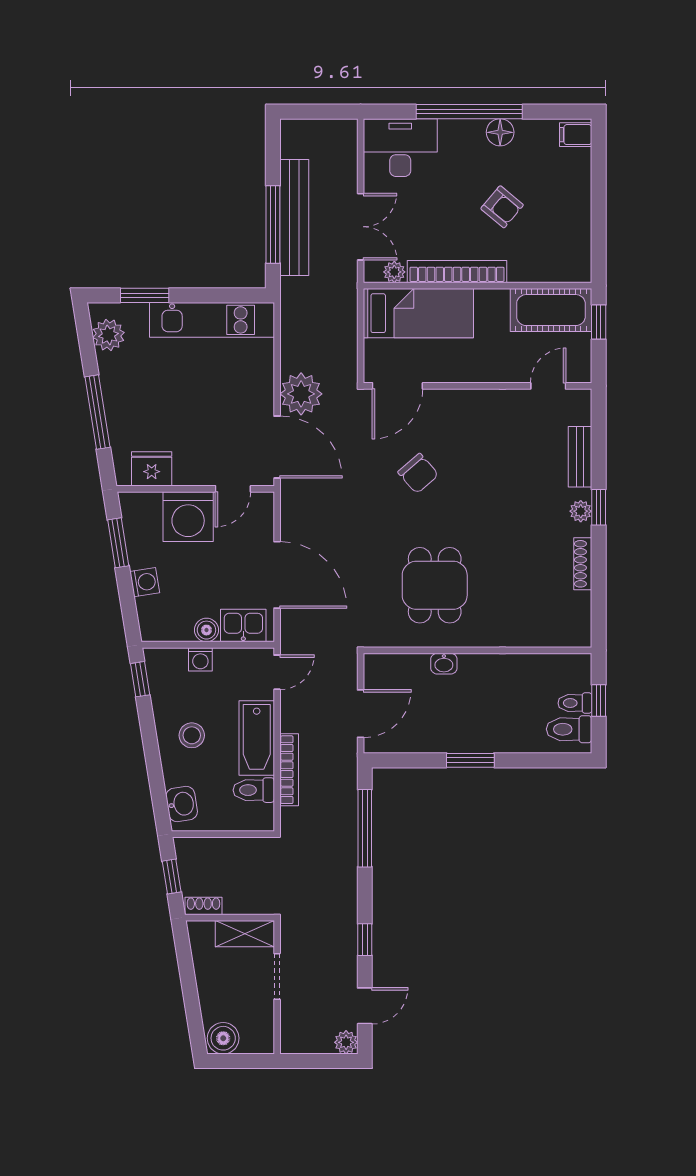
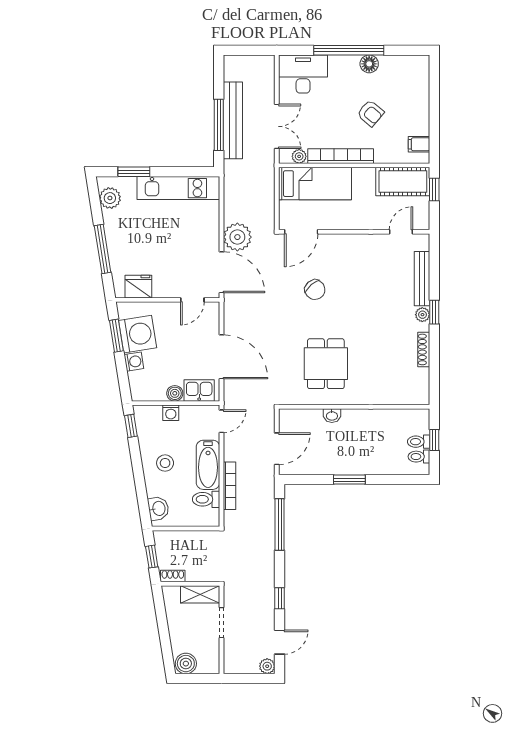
filing cabinet: (576, 135) -> (419, 144), moved
bench: (580, 457) -> (422, 279), width x1.36
washing machine: (188, 517) -> (138, 334), moved, turned -99
toilet: (569, 729) -> (419, 457), width x0.73, depth x0.72

